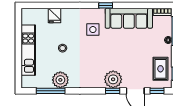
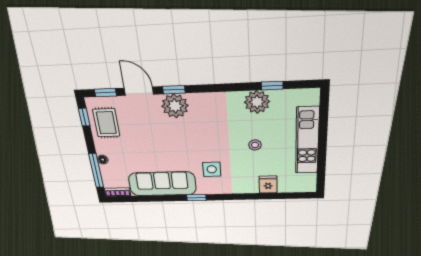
window: (51, 91) -> (272, 86), width x0.46

